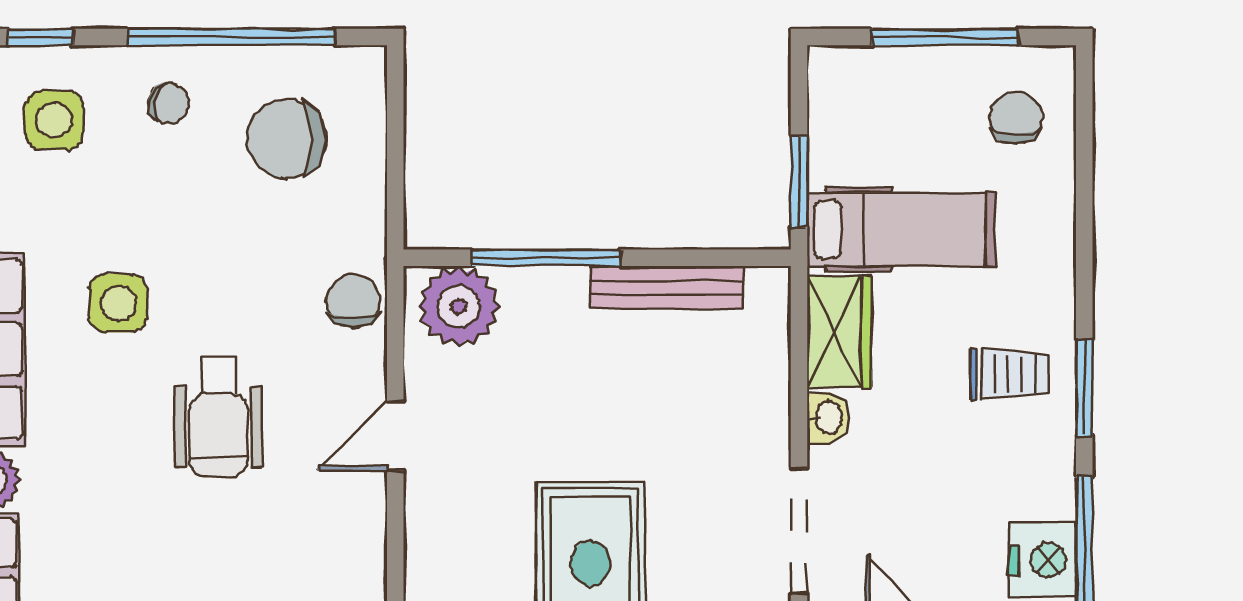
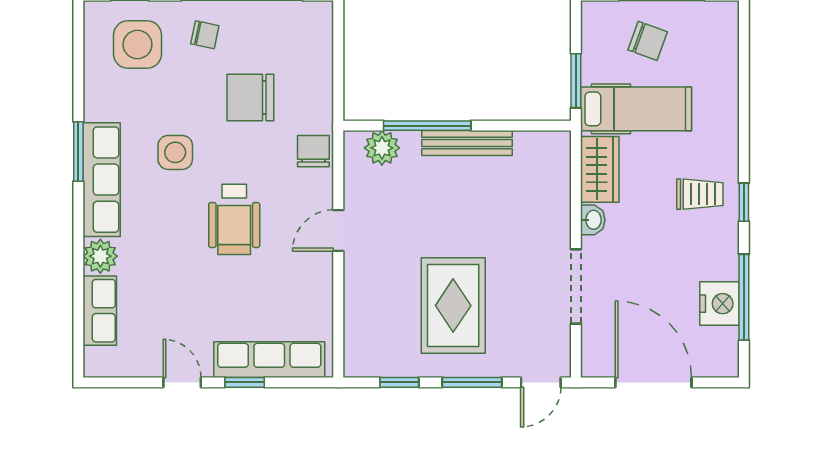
chair: (1016, 118) -> (648, 41), moved, turned 110
side table: (54, 120) -> (137, 45), width x1.37, depth x1.37
chair: (287, 139) -> (250, 97), moved
bench: (667, 287) -> (467, 143), moved
plant: (459, 306) -> (382, 148), width x0.73, depth x0.73
window: (1084, 388) -> (744, 202), width x0.67

